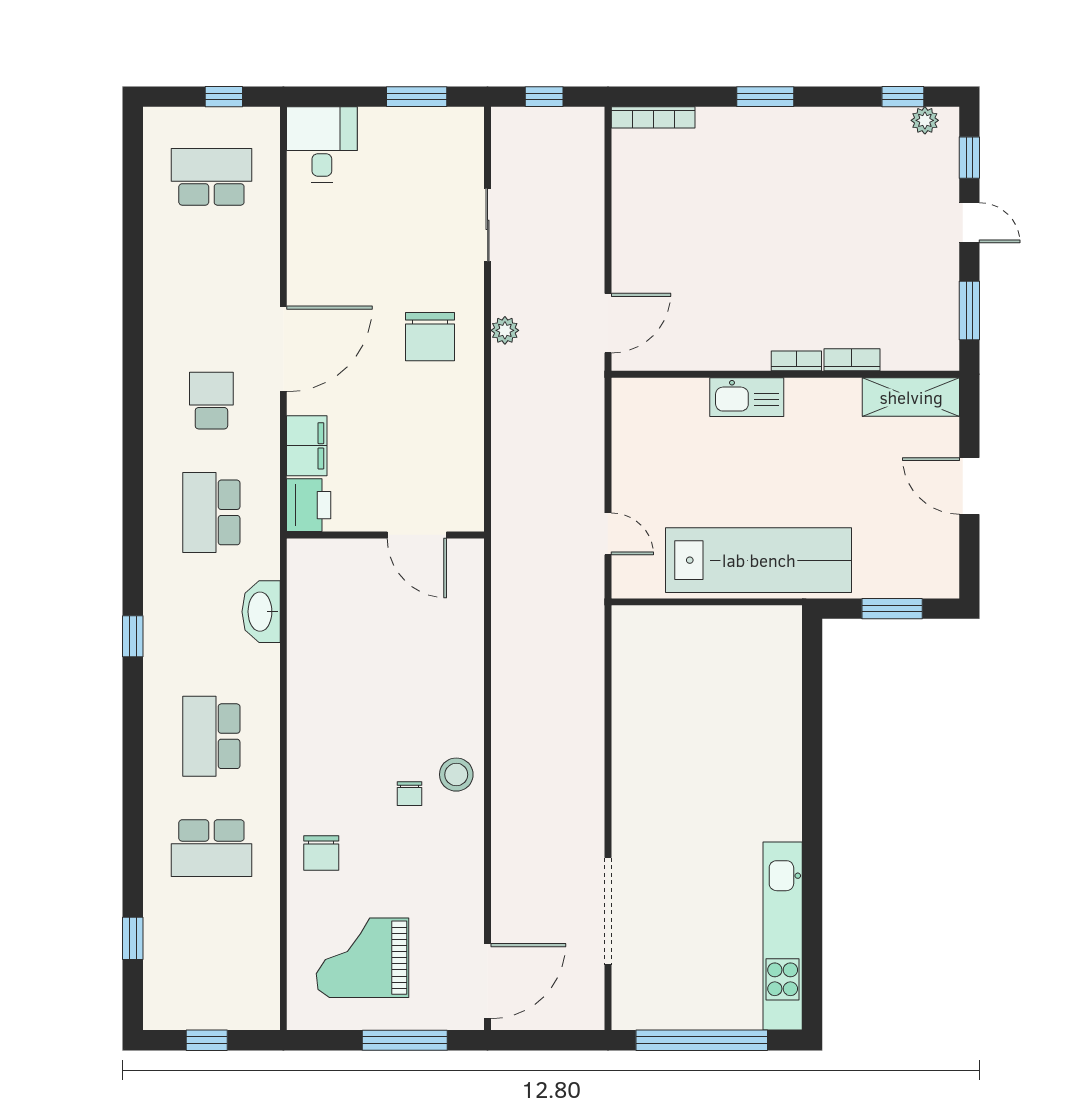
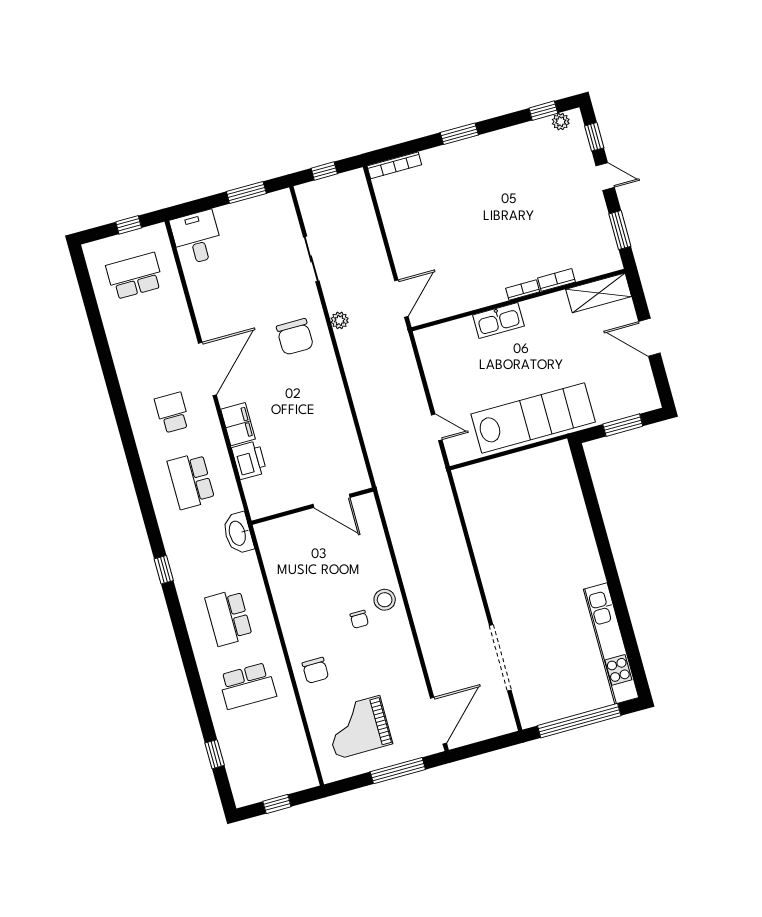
wall: (385, 535) -> (312, 506), moved
door: (417, 535) -> (331, 501), moved

